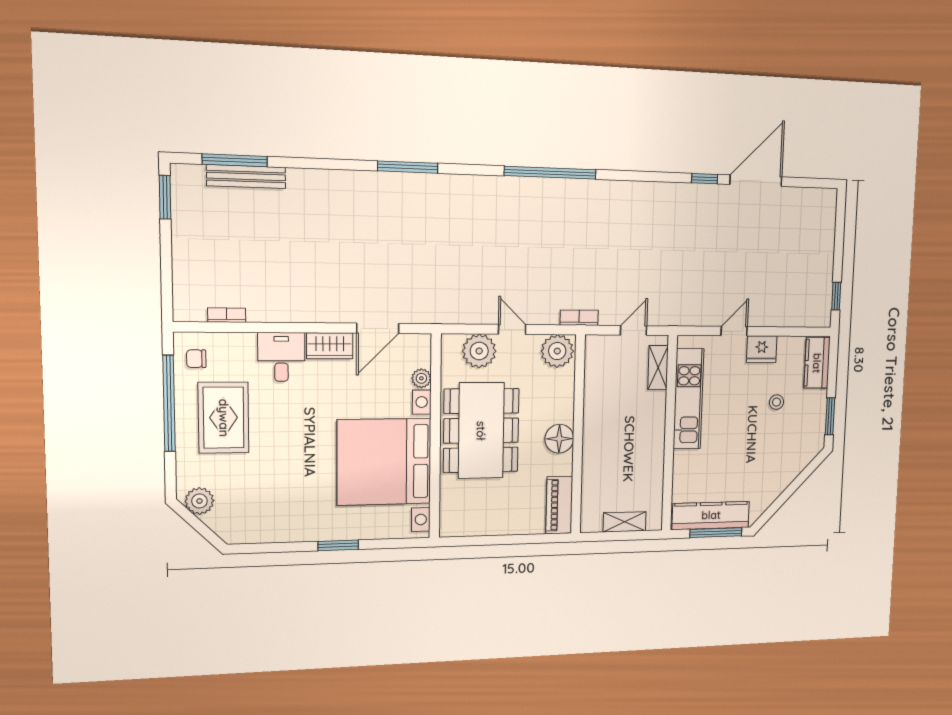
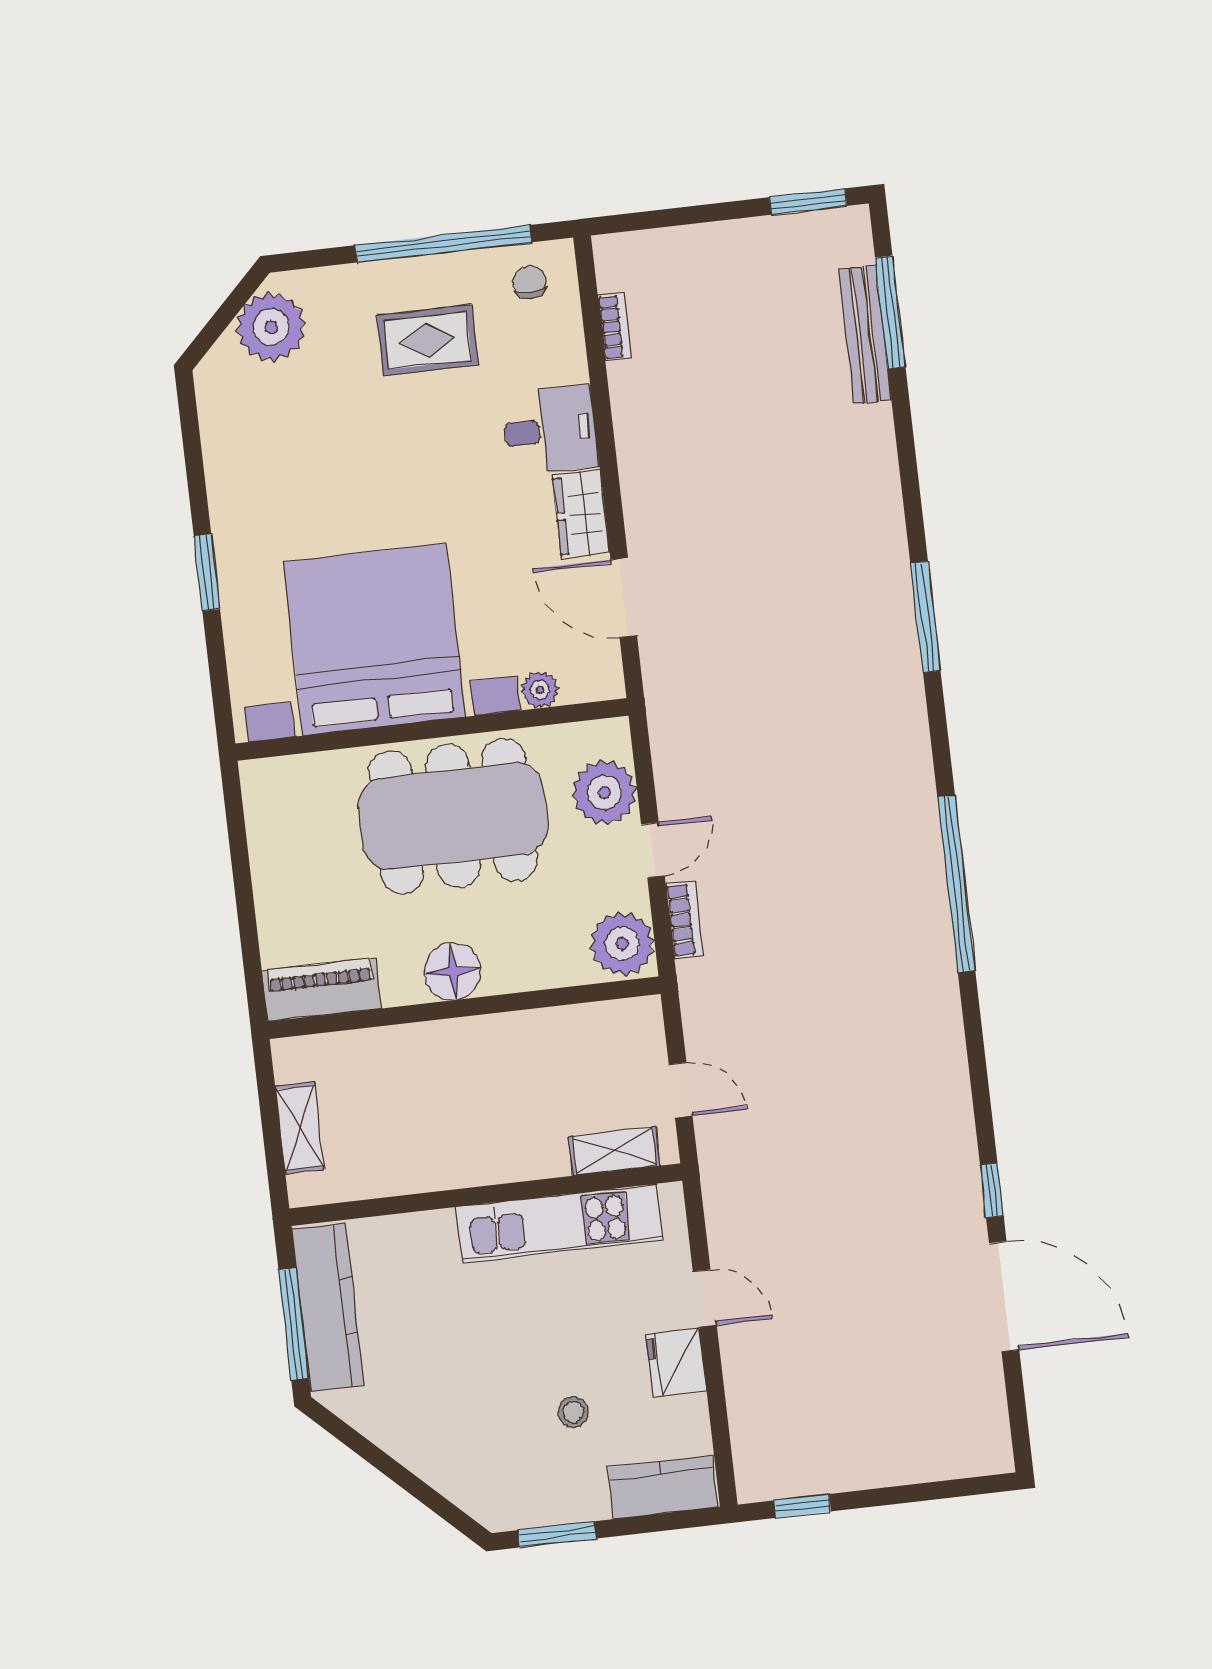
bookcase: (579, 318) -> (685, 920), moved
rug: (224, 418) -> (428, 340), width x0.73, depth x0.70
plant: (199, 501) -> (271, 327), width x1.36, depth x1.36

